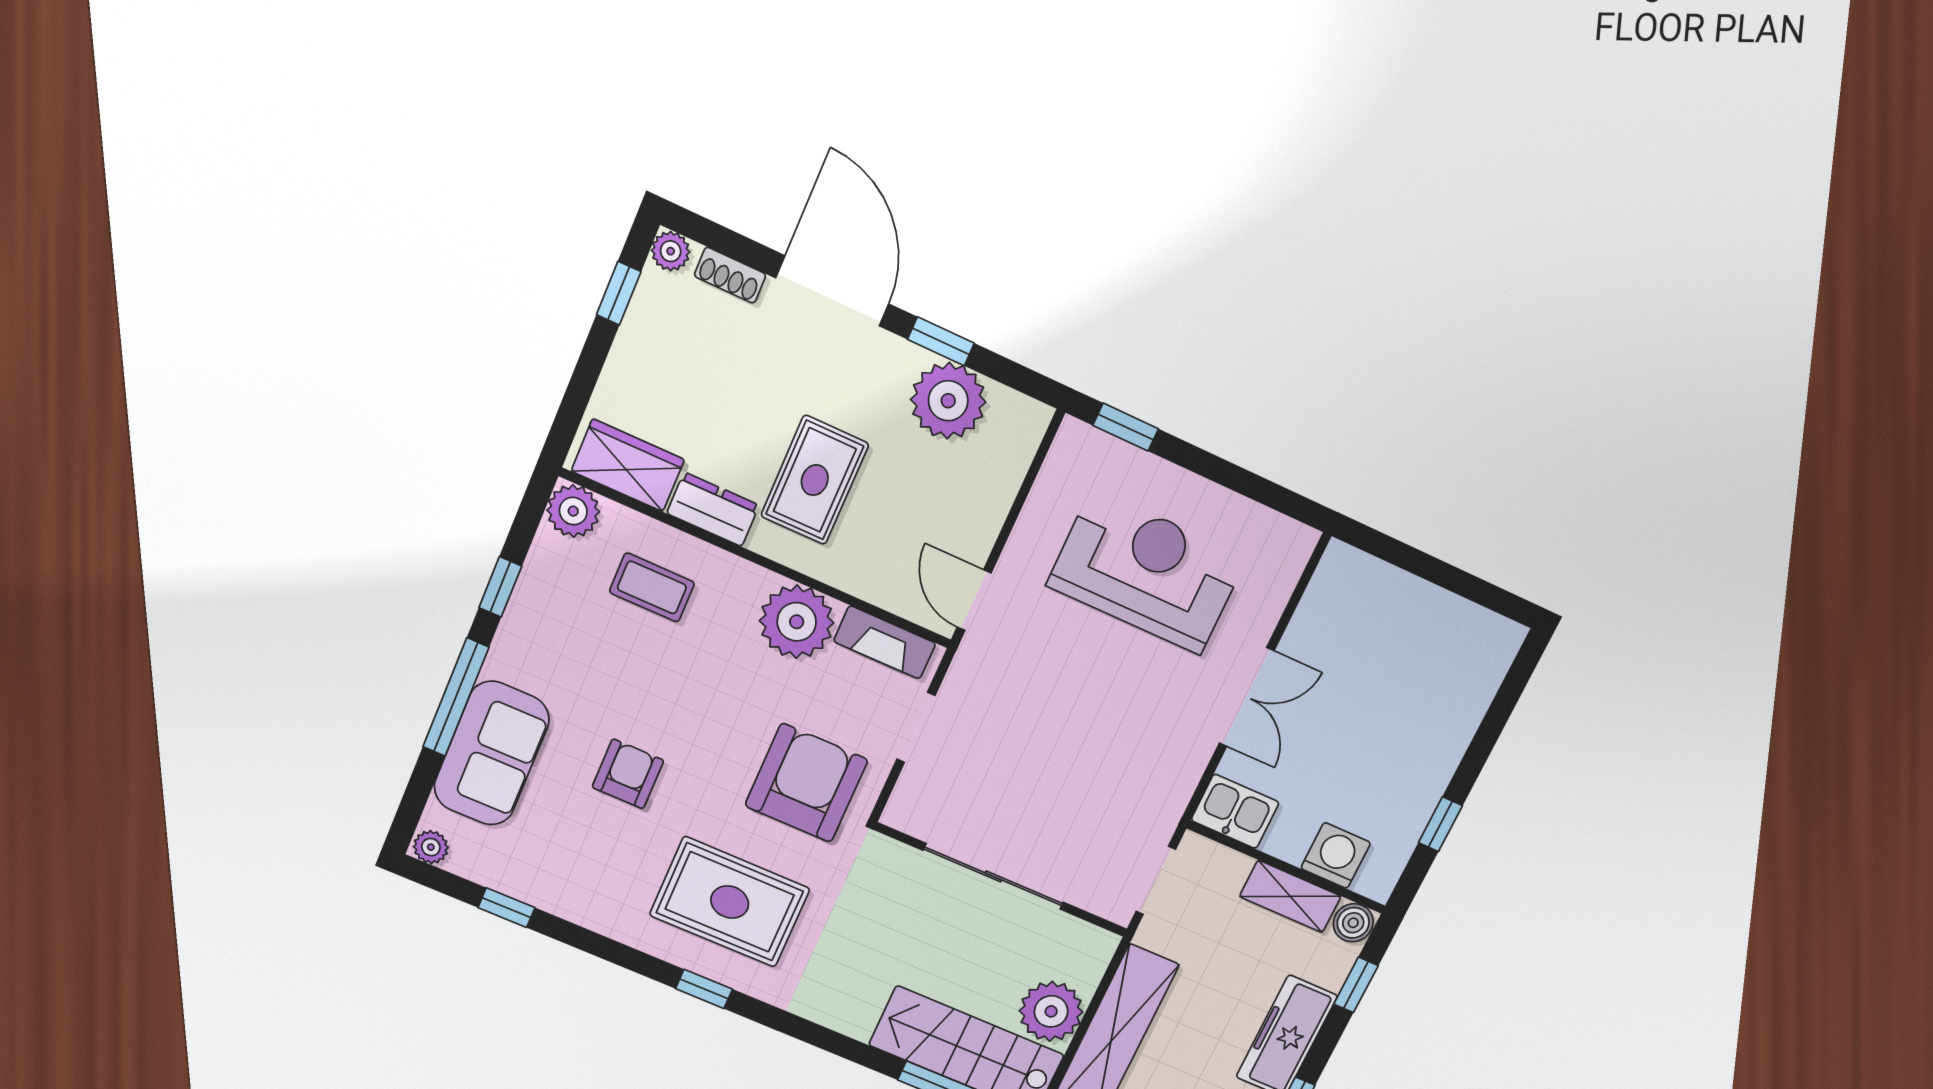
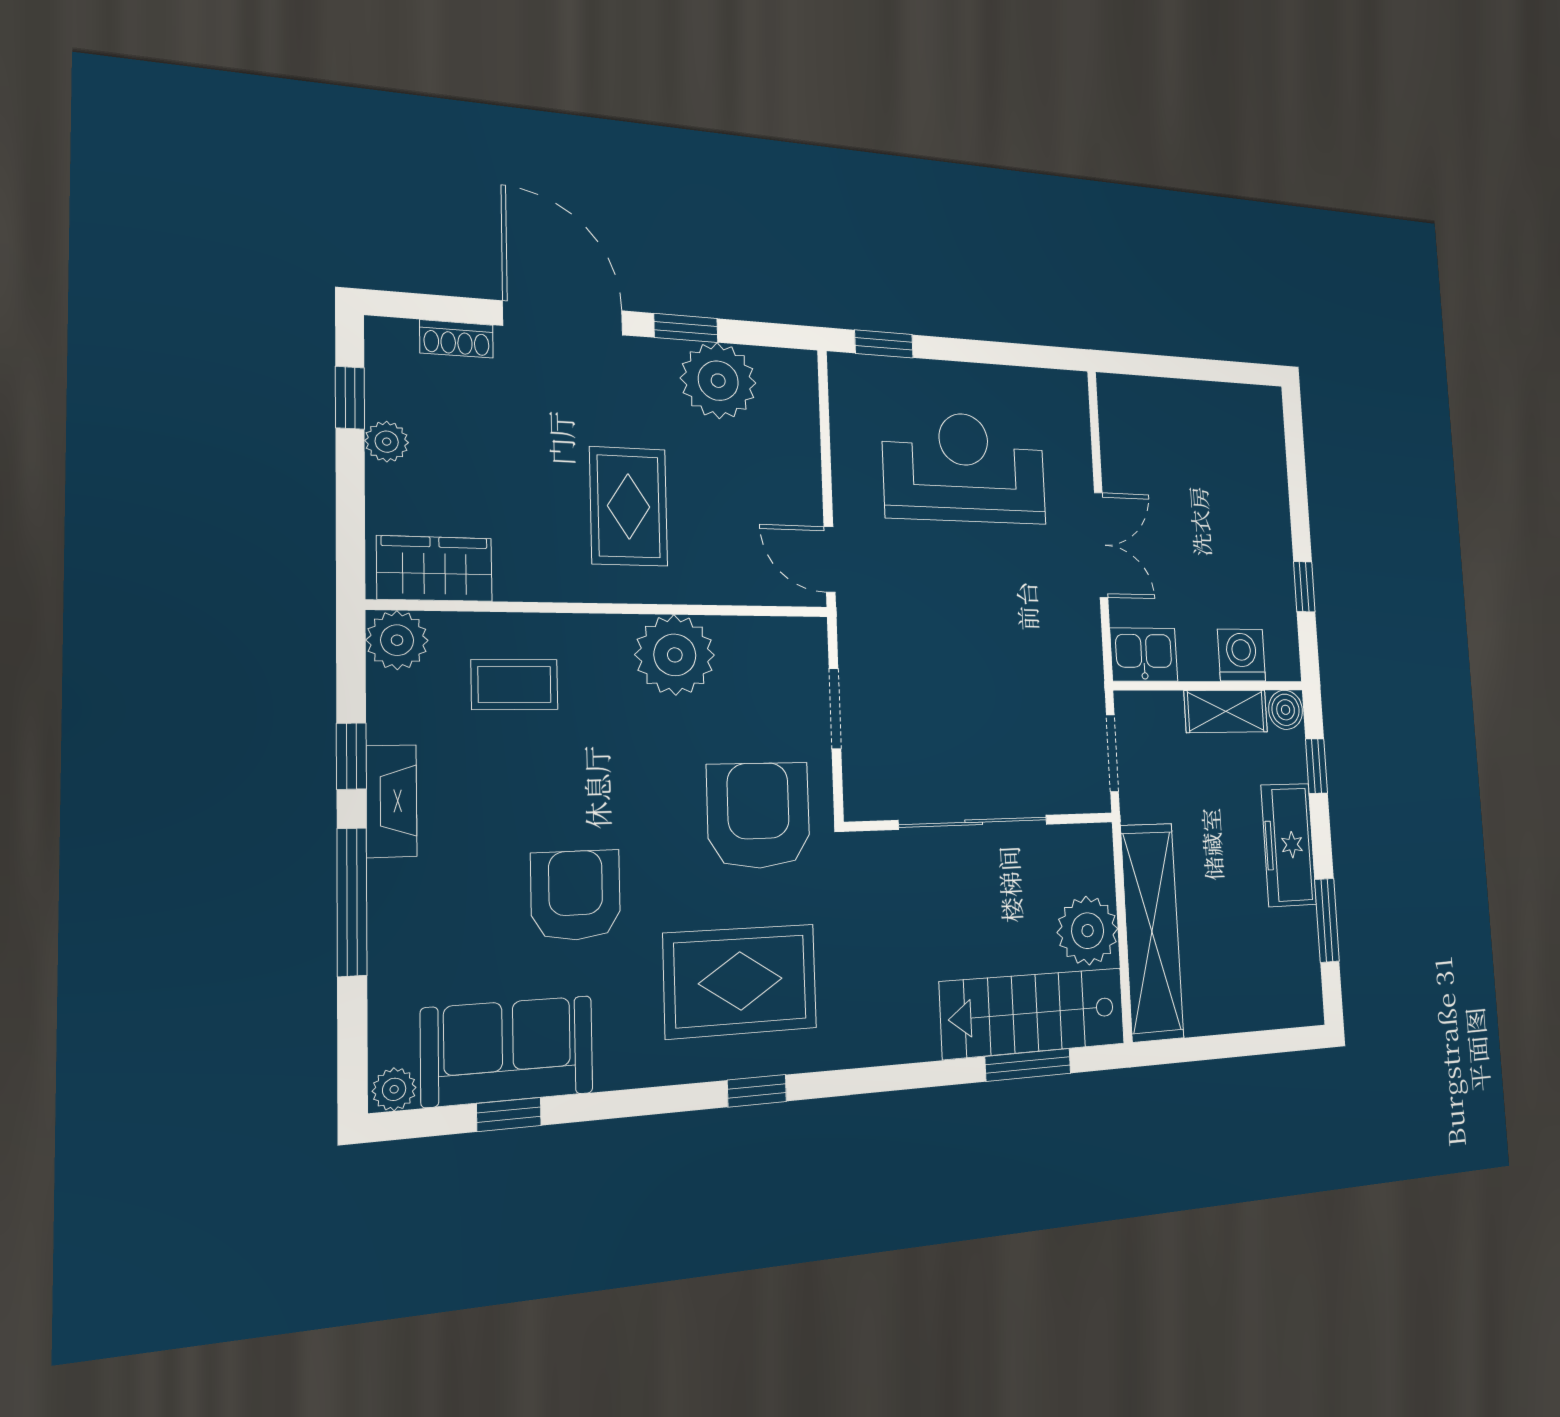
plant: (671, 251) -> (387, 442), moved
dresser: (713, 509) -> (542, 577), removed
fireplace: (885, 642) -> (391, 801), moved, turned -90
sofa: (492, 753) -> (508, 1051), moved, turned -90
armchair: (628, 774) -> (576, 895), width x1.38, depth x1.38

